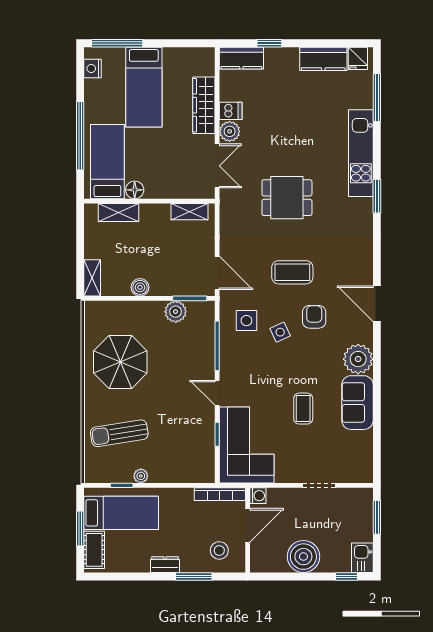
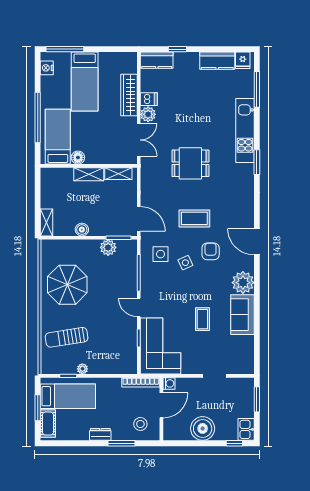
shelving: (118, 212) -> (89, 174), moved

